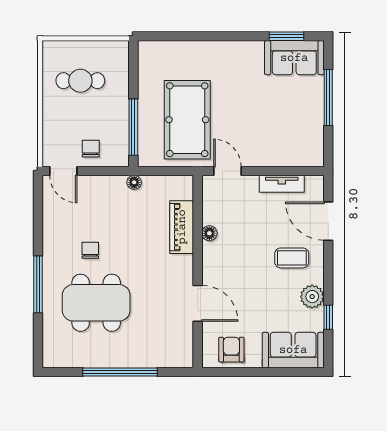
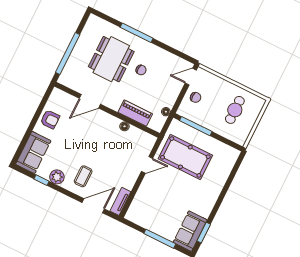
tv unit: (282, 184) -> (120, 201), moved
piano: (182, 227) -> (135, 113), moved
floor lamp: (209, 233) -> (124, 126), moved
wall: (198, 272) -> (107, 110), moved
door: (198, 303) -> (90, 101), moved

